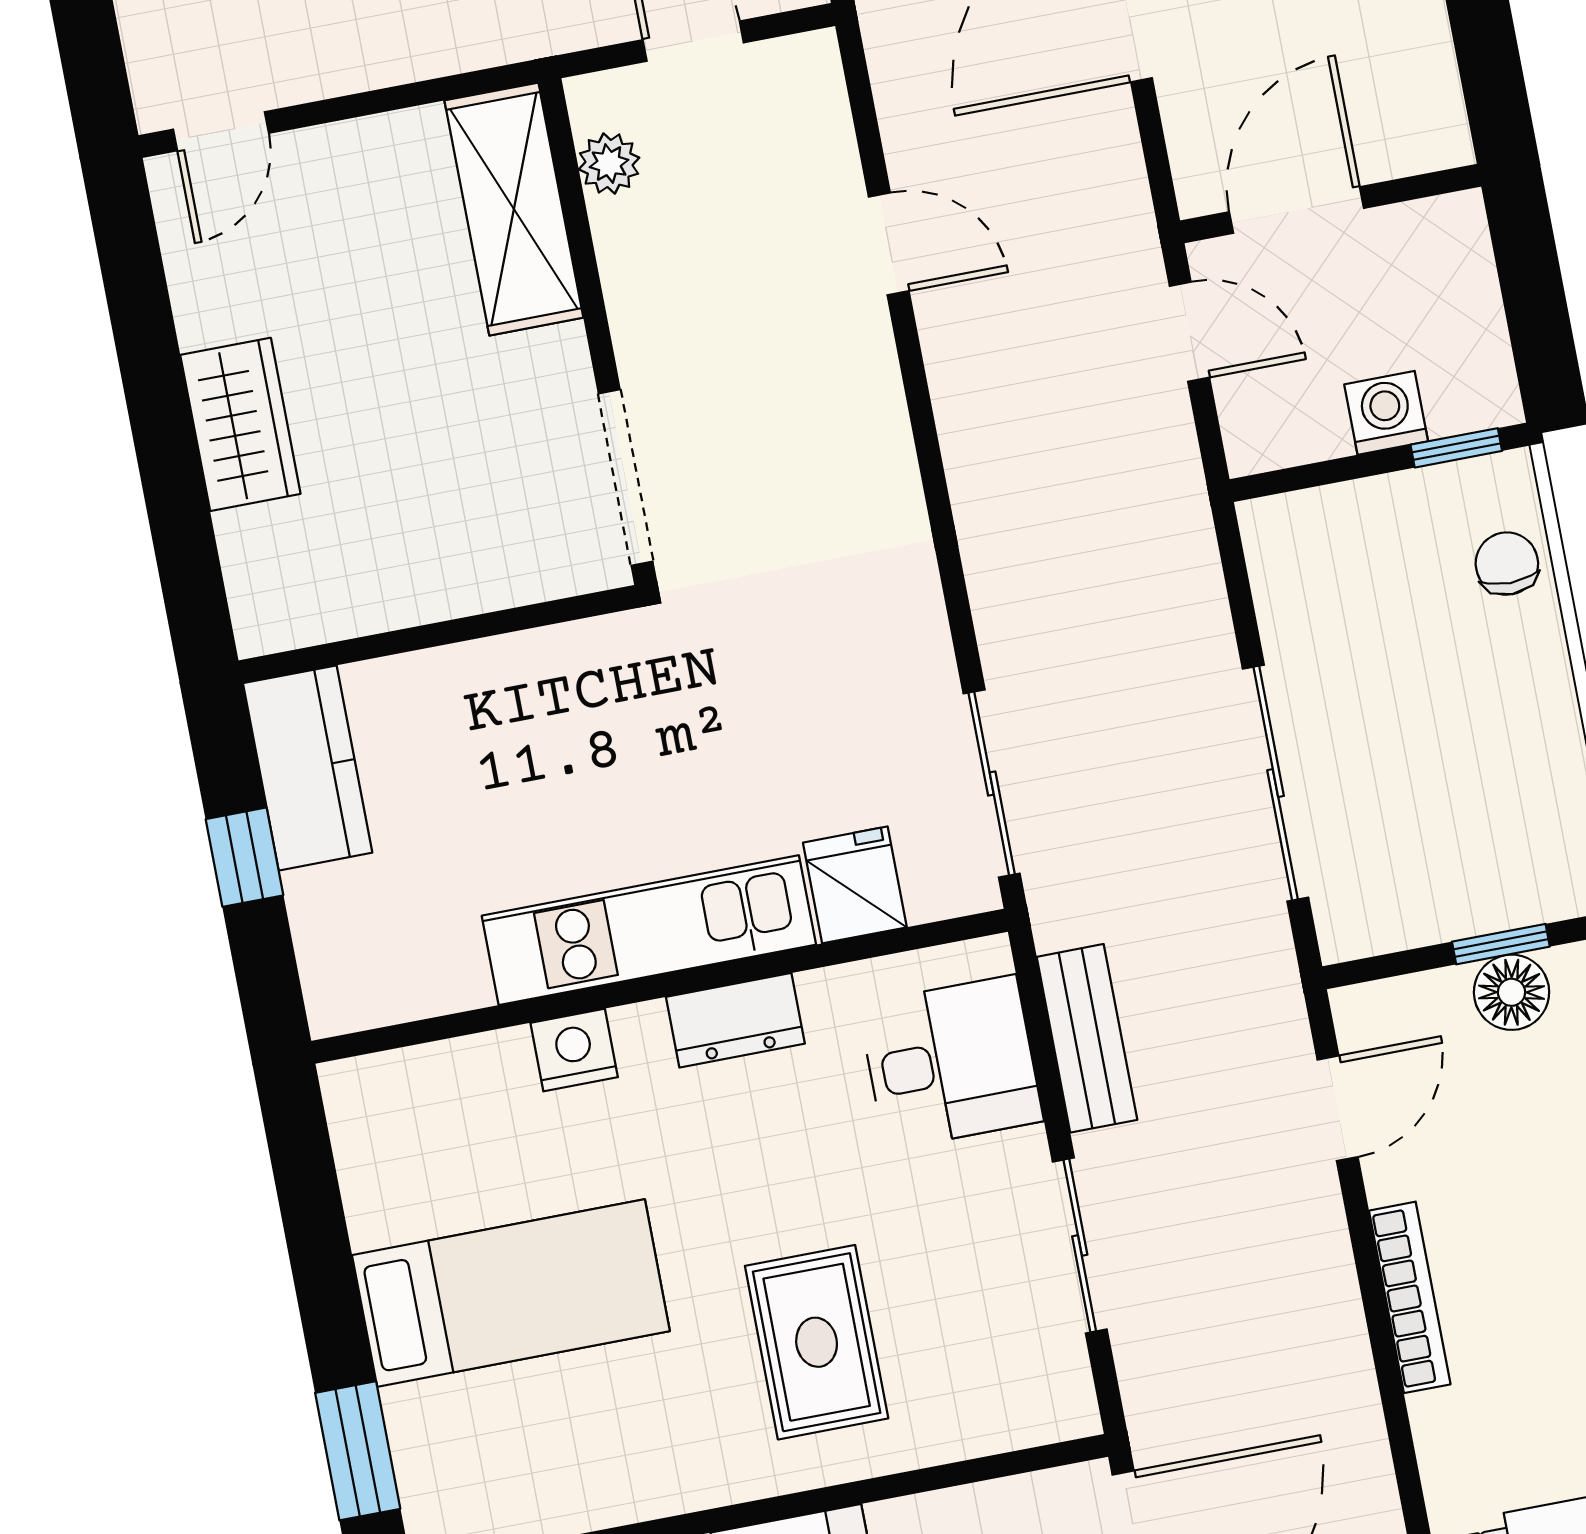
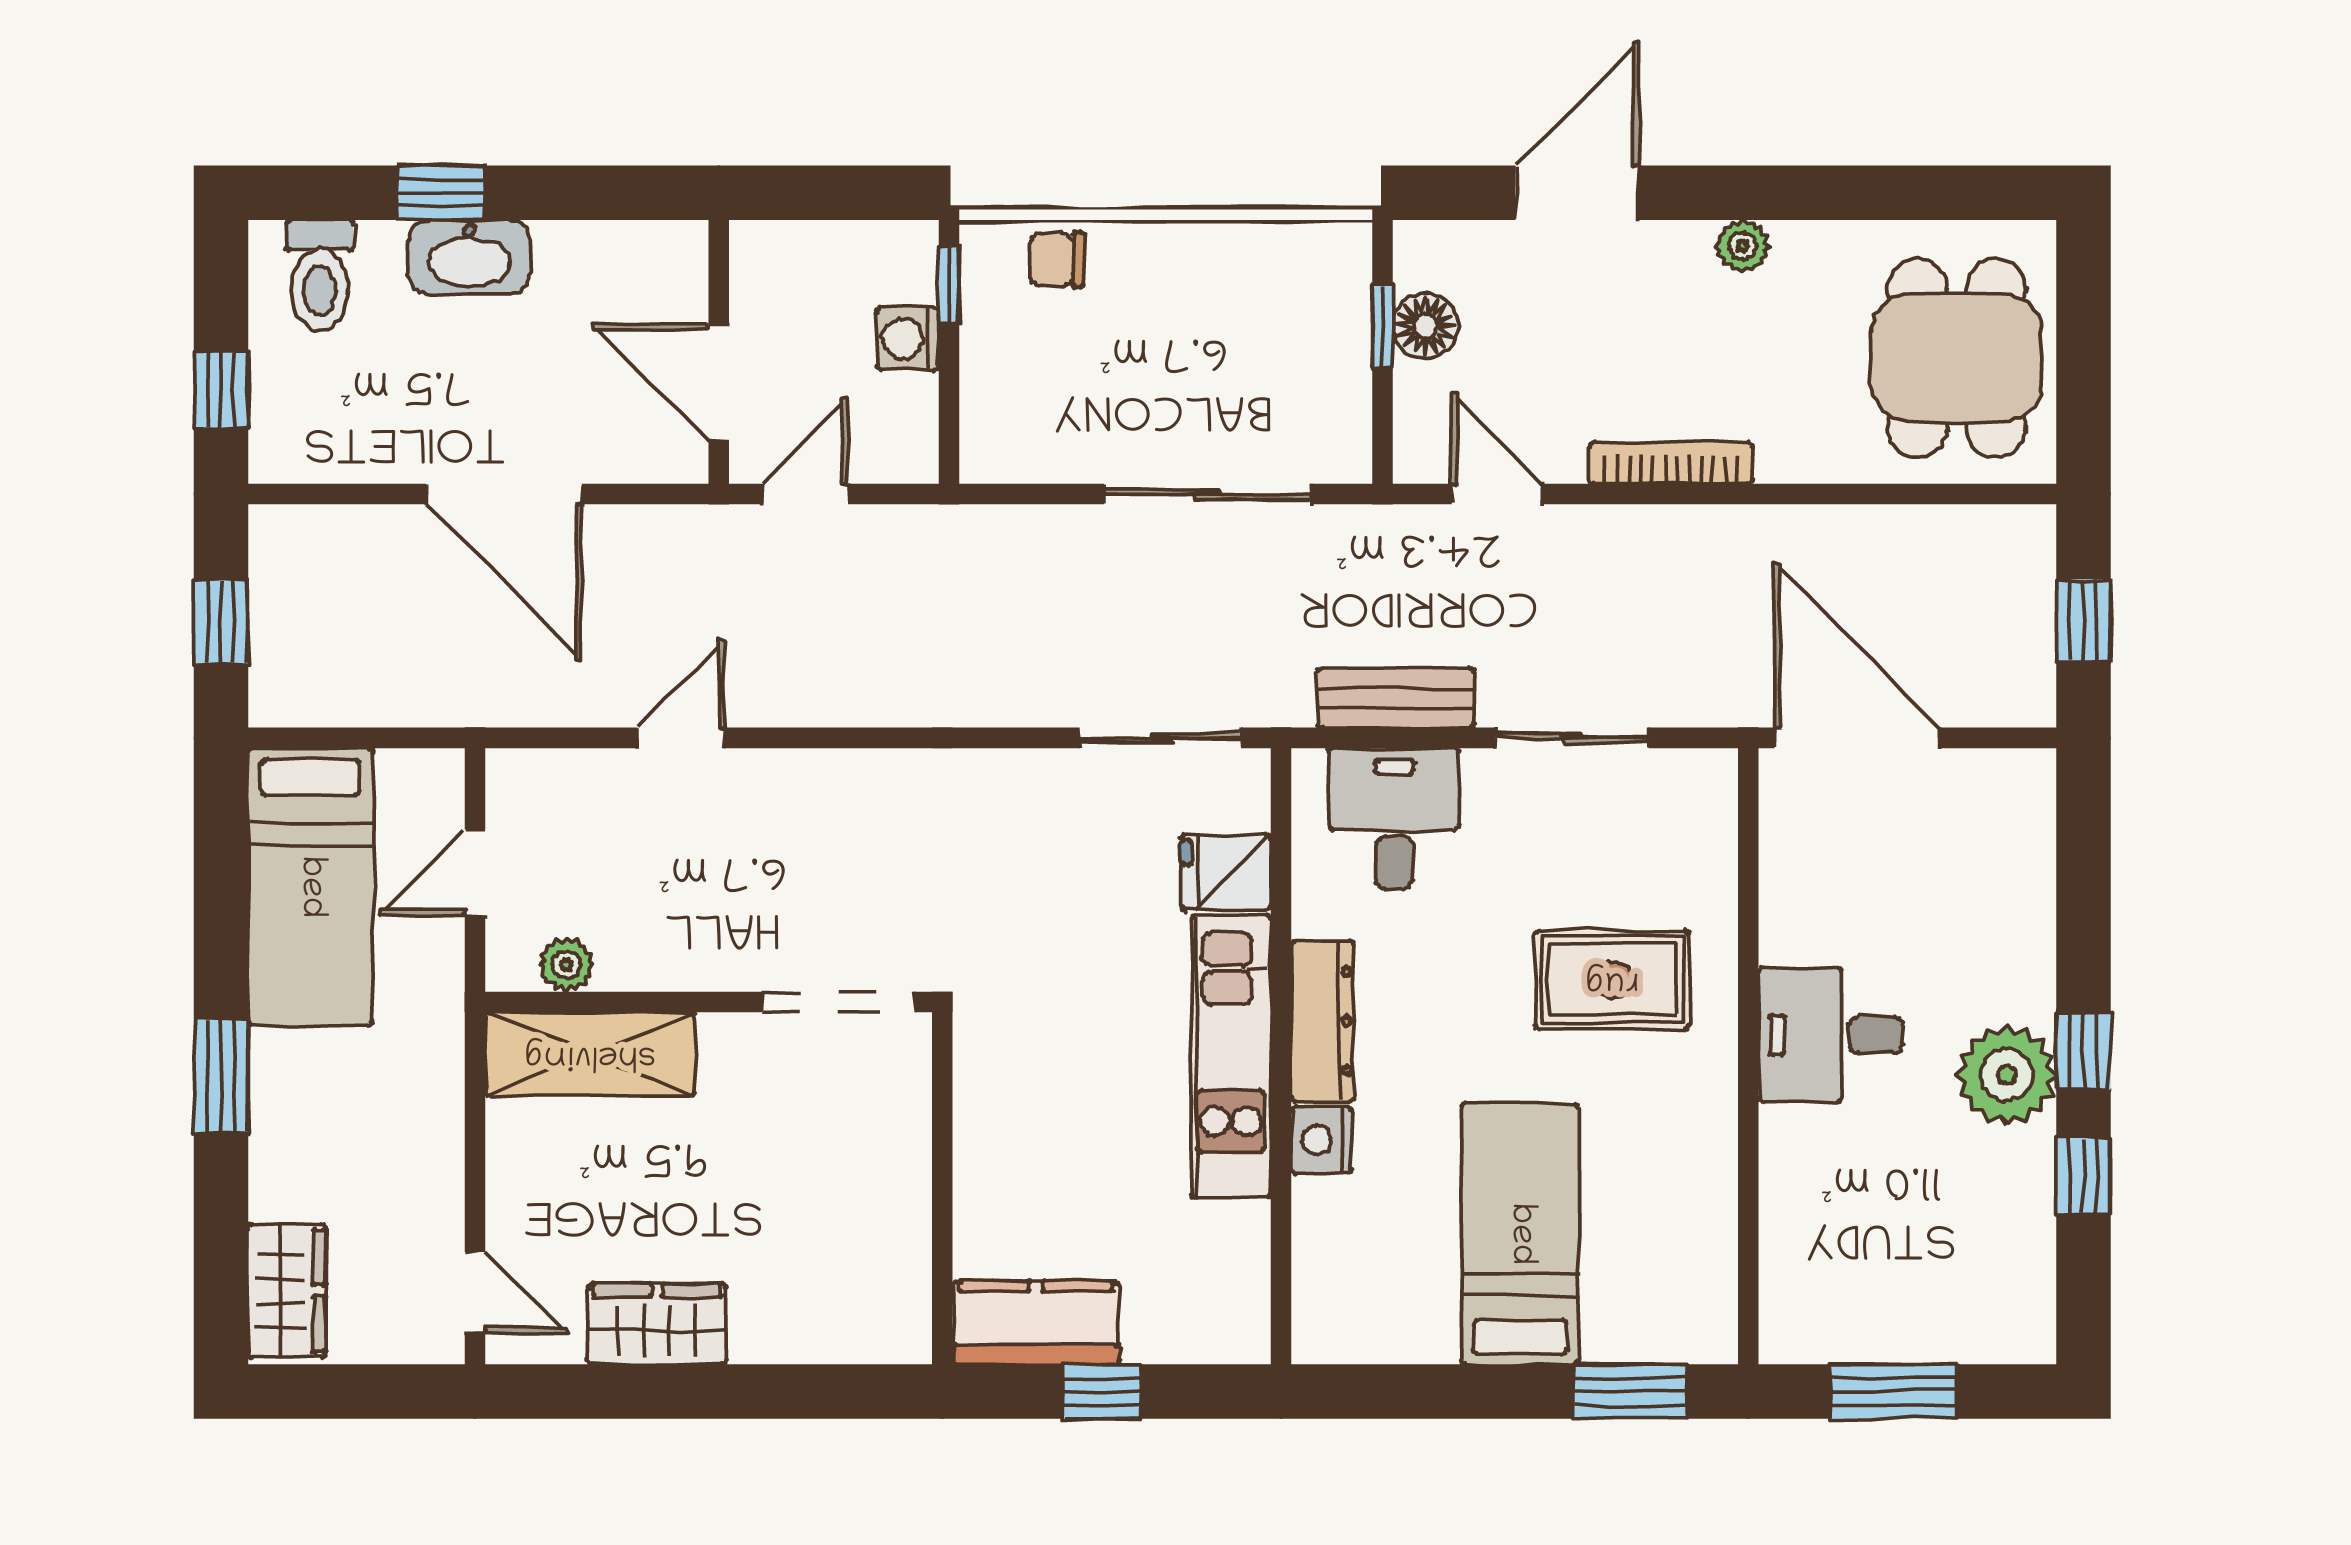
wardrobe: (240, 424) -> (657, 1324), moved
dresser: (735, 1020) -> (1323, 1021), width x1.44

